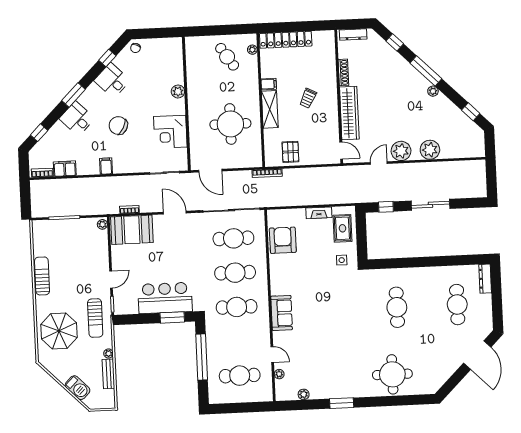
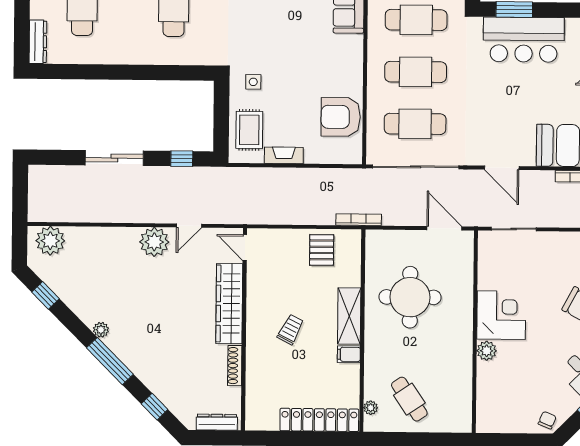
corner desk: (170, 132) -> (501, 315), moved
plant: (430, 150) -> (50, 241), moved
armchair: (283, 240) -> (341, 117), turned 90

